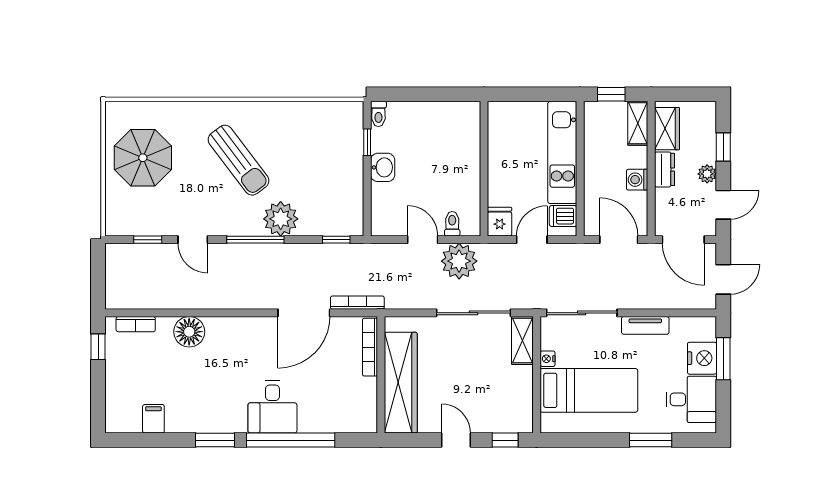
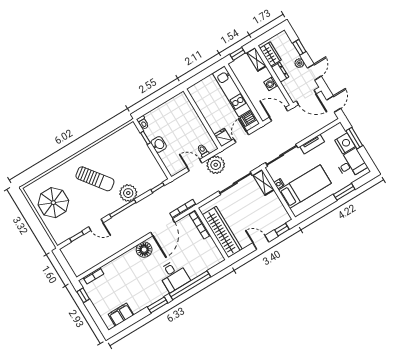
floor lamp: (189, 332) -> (144, 250), moved
filing cabinet: (153, 419) -> (121, 315), width x2.00

